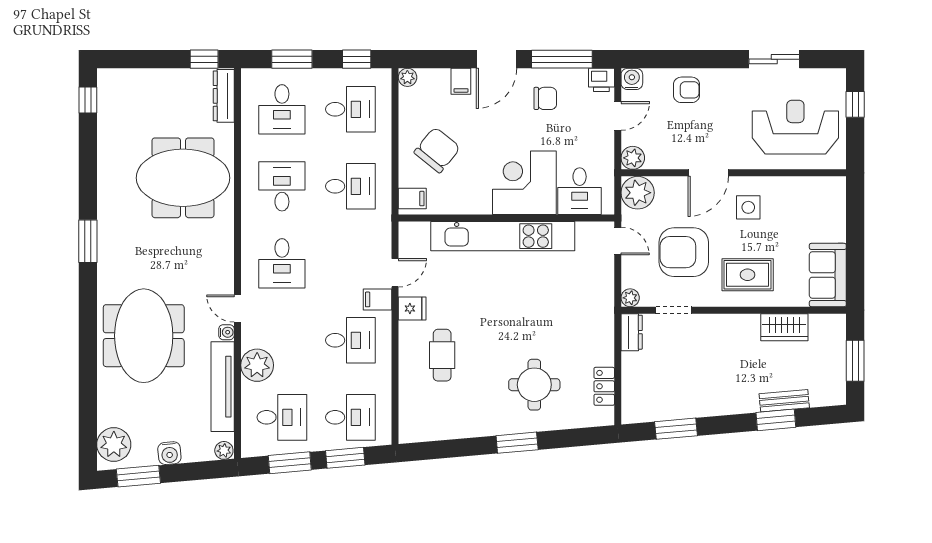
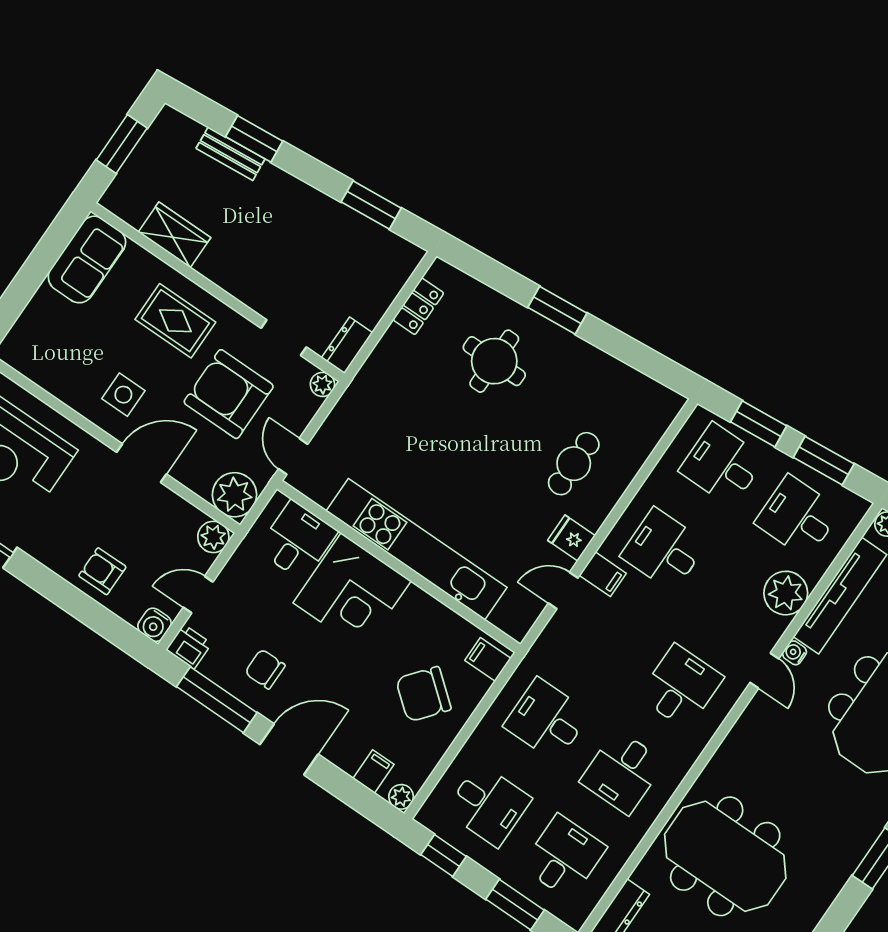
filing cabinet: (461, 81) -> (374, 771), moved
desk: (350, 109) -> (488, 805), turned 180
armchair: (684, 252) -> (229, 394), turned 180

